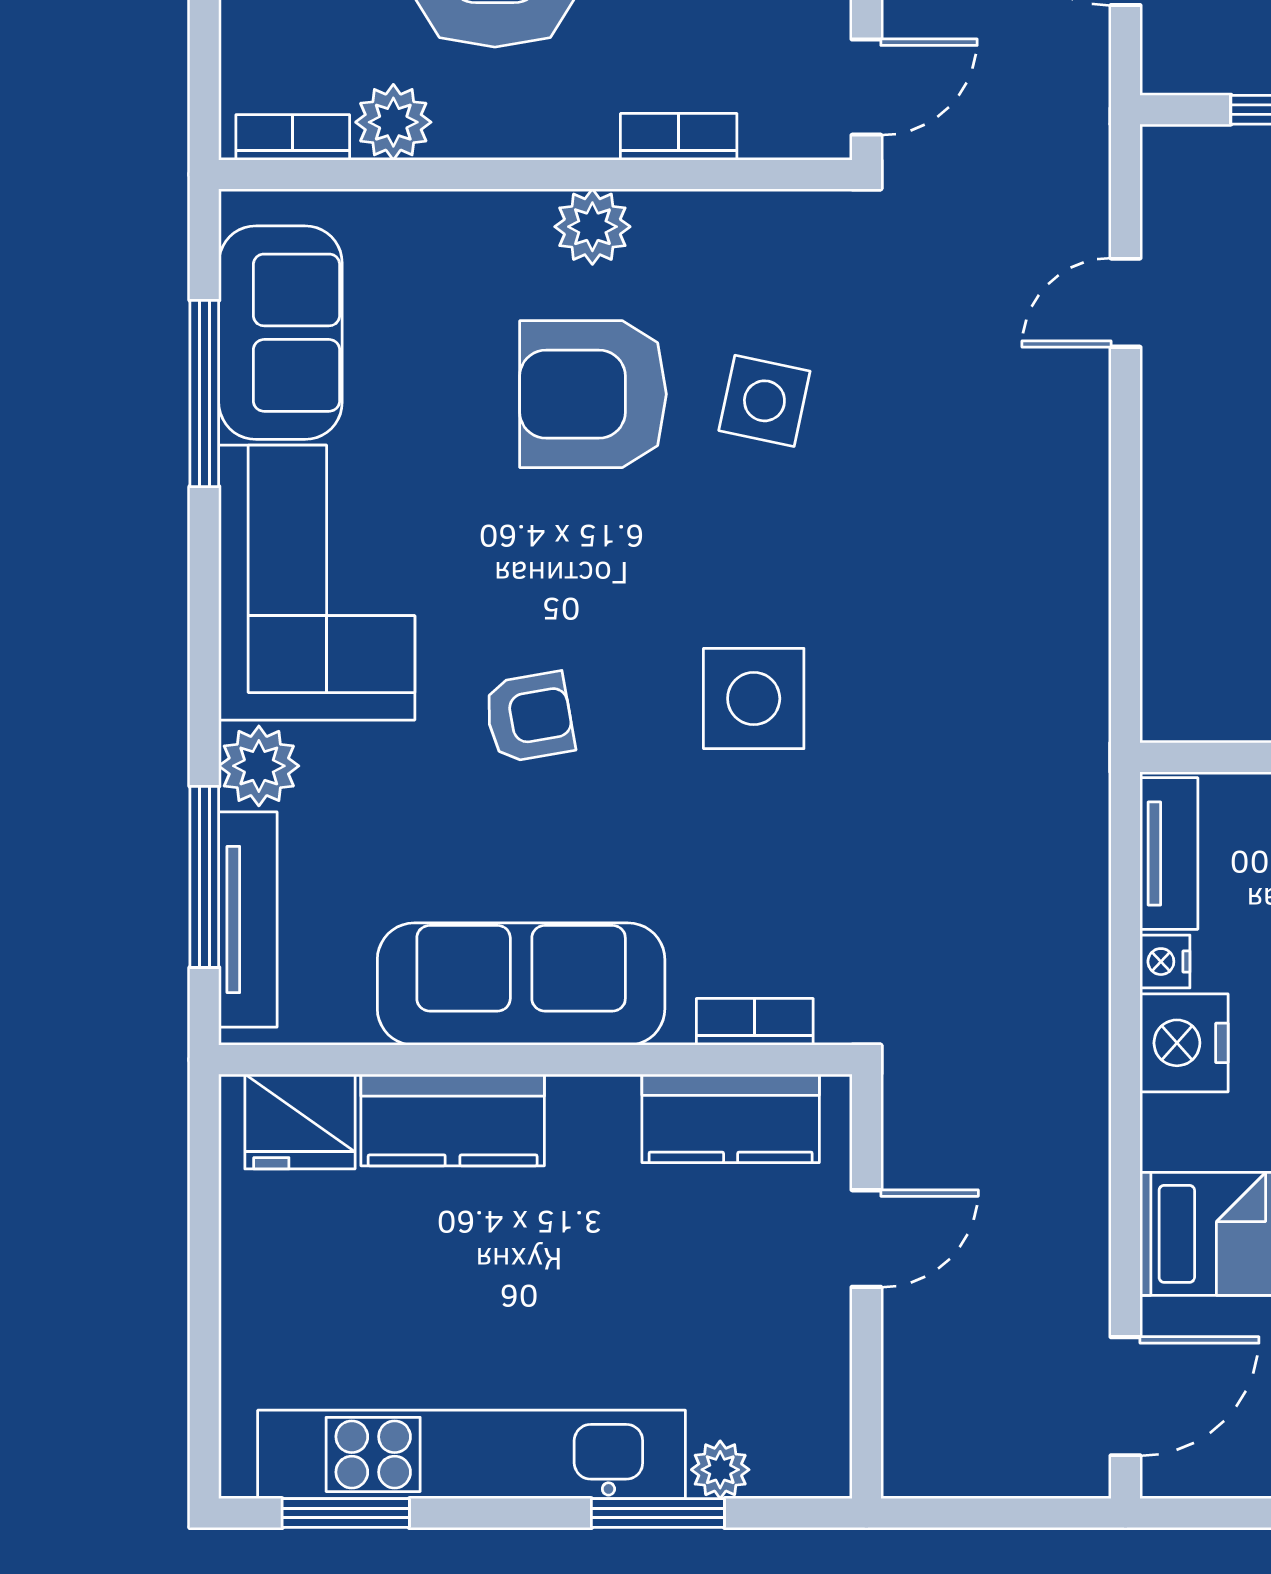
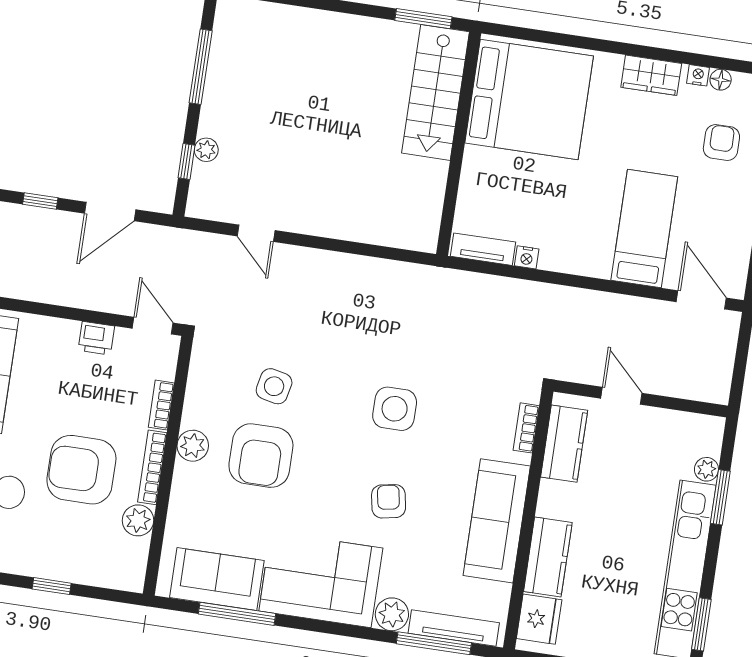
bookcase: (293, 137) -> (152, 467), moved, width x1.56
nightstand: (1184, 1043) -> (561, 255), removed

